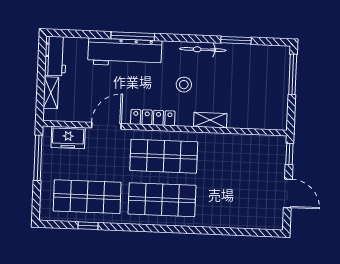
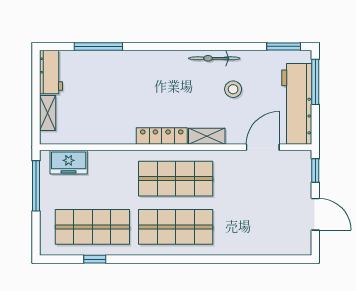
window: (133, 36) -> (98, 46), moved
window: (236, 40) -> (284, 46), moved
workbench: (125, 52) -> (297, 104), moved, turned 90
stool: (184, 85) -> (233, 89), moved
shelving: (210, 120) -> (207, 136), moved
door: (106, 126) -> (263, 147), moved

